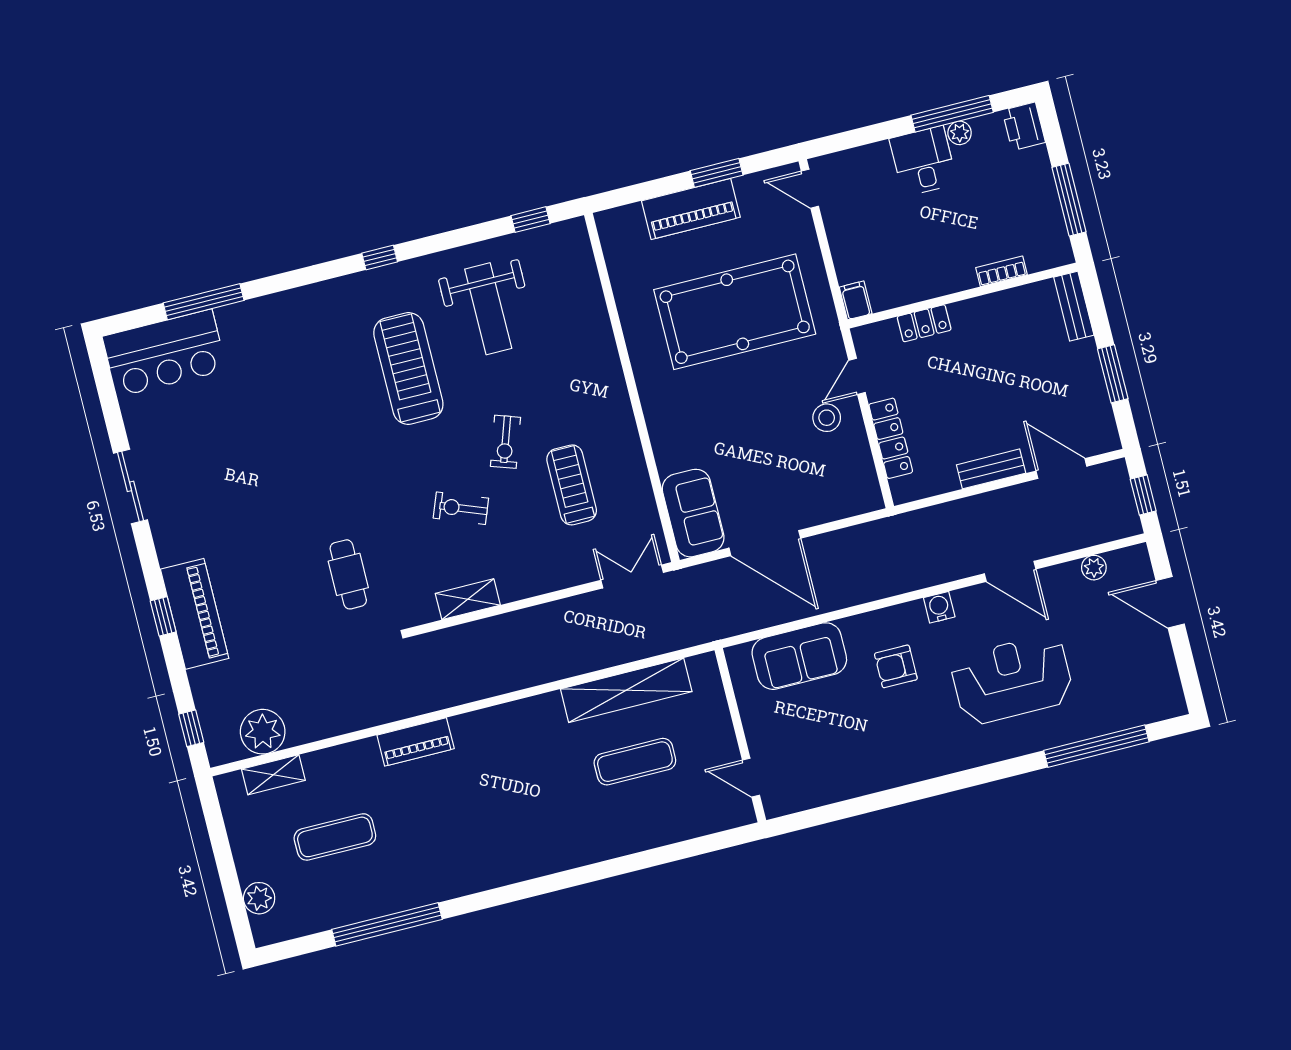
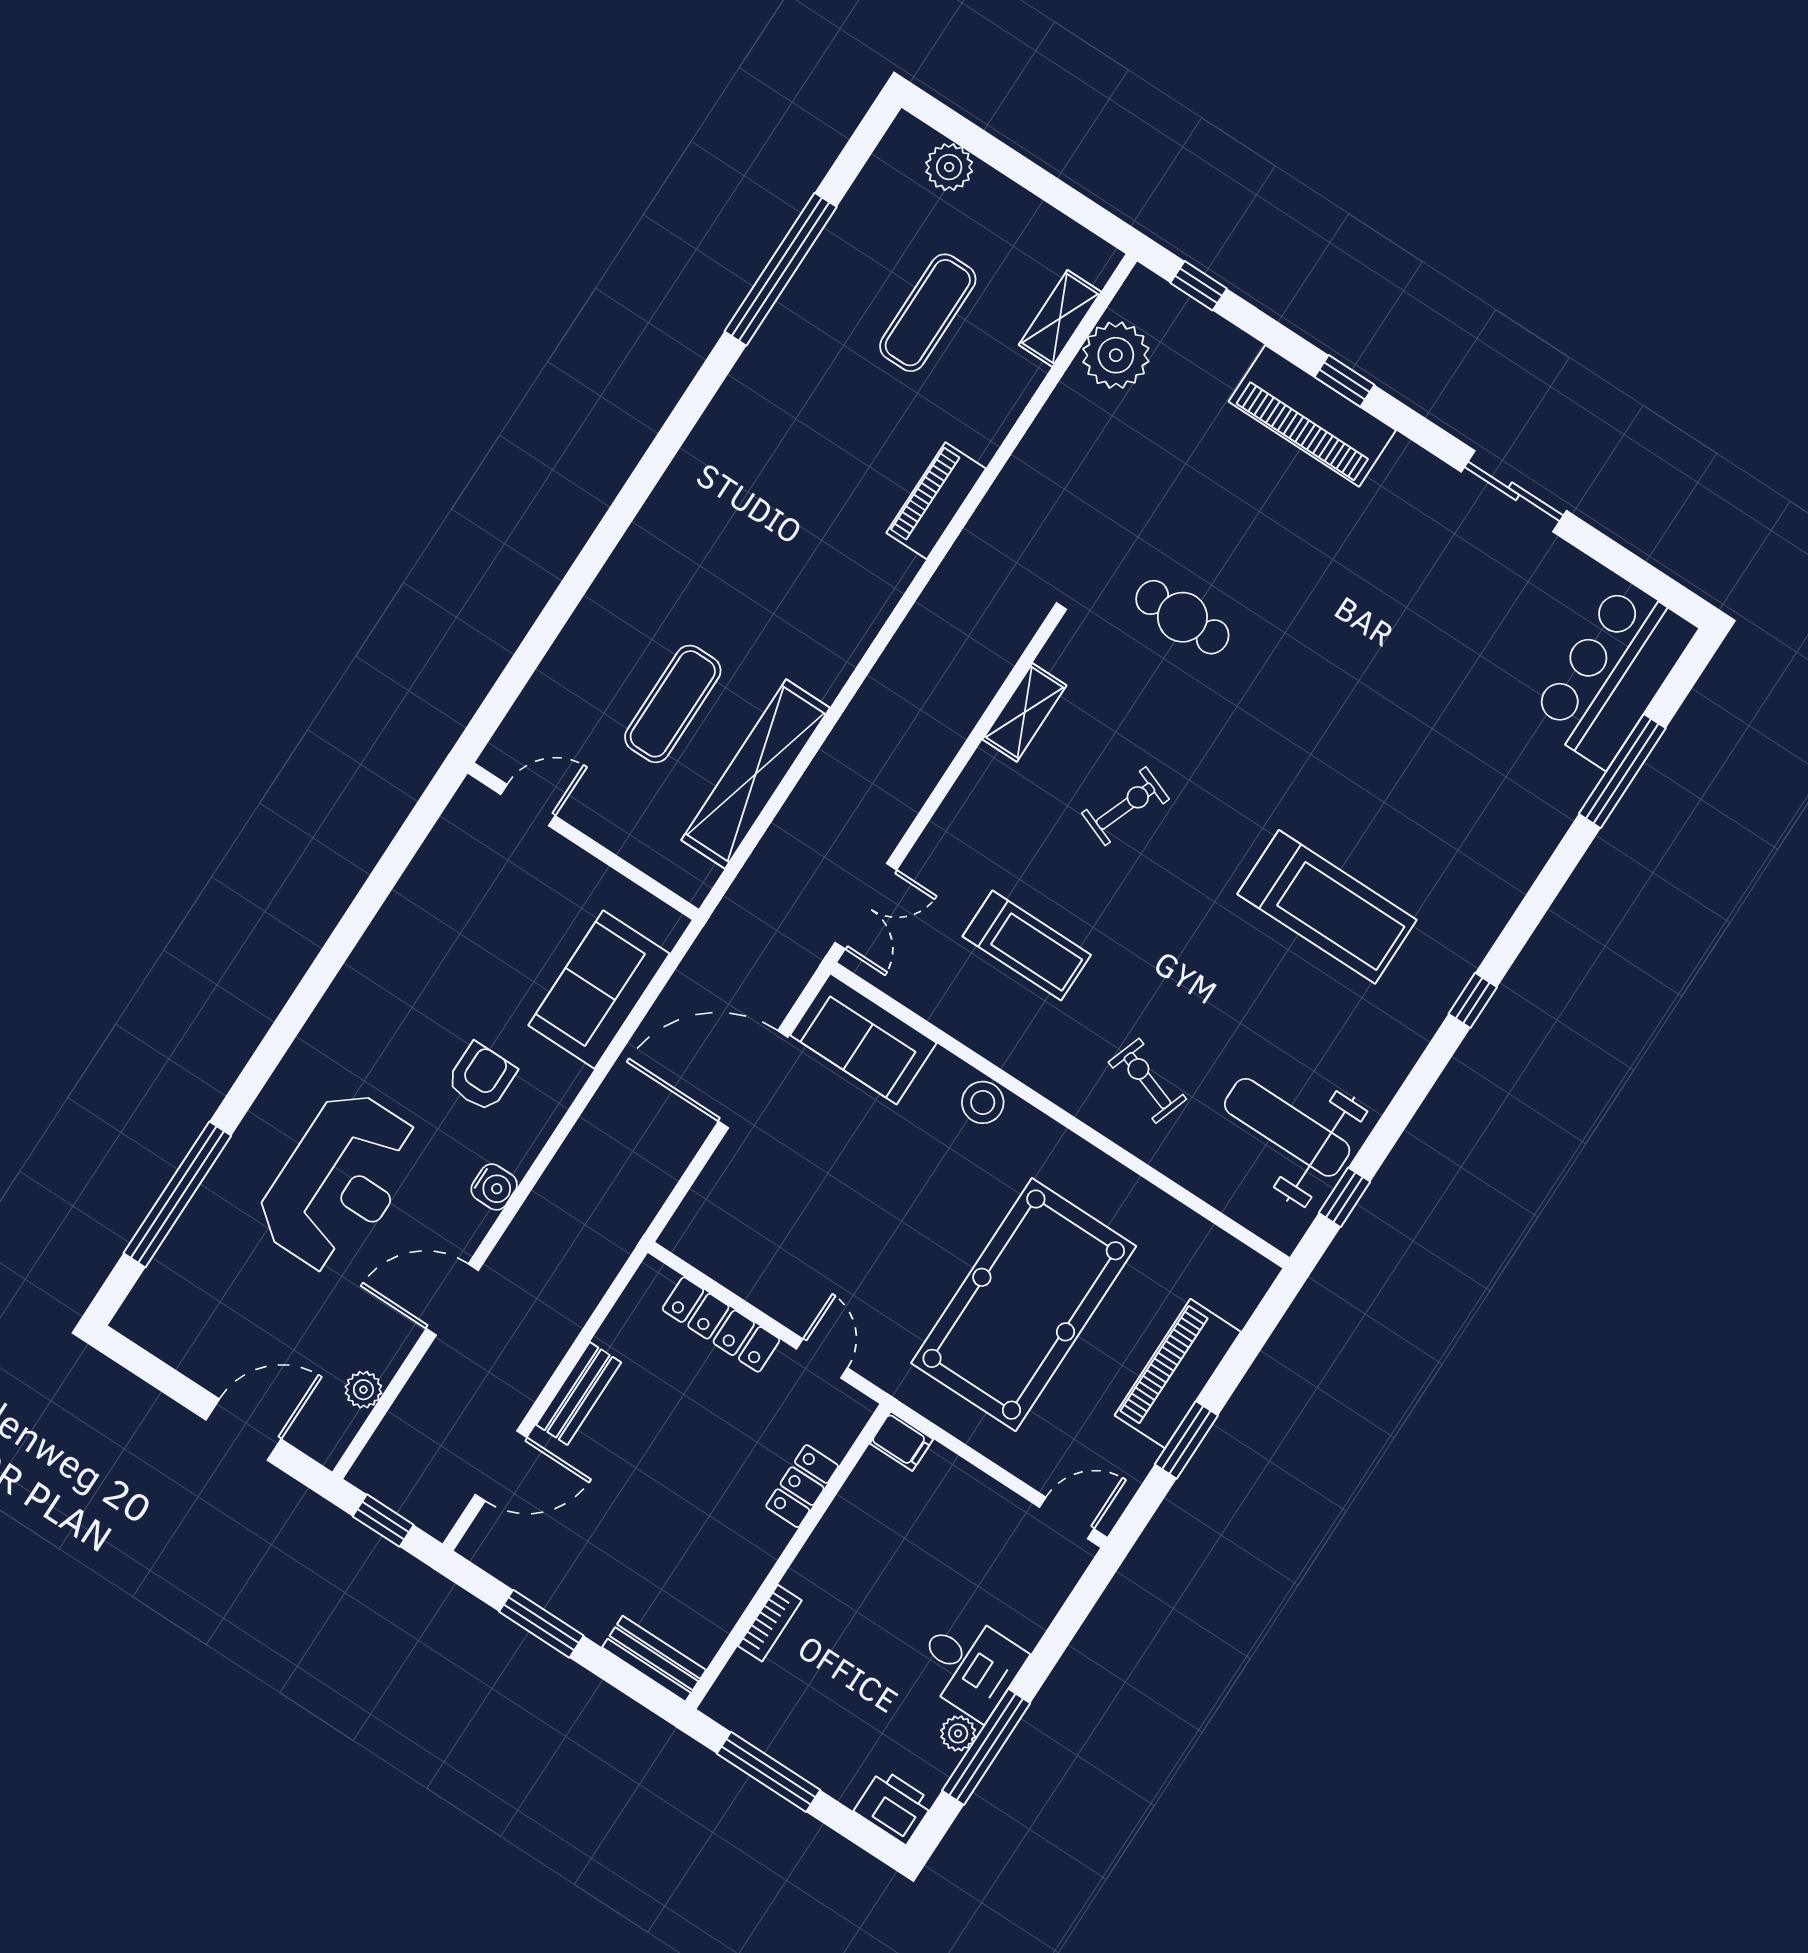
weight bench: (488, 309) -> (1287, 1127), moved
stool: (827, 418) -> (983, 1102), moved
exercise bike: (505, 442) -> (1147, 1081), moved

